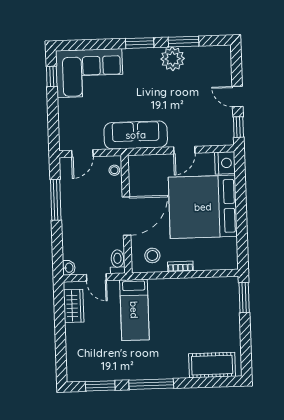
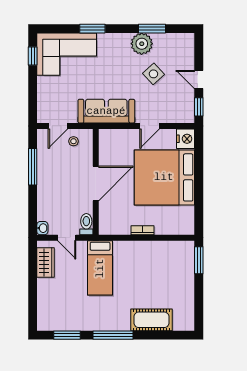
window: (140, 43) -> (92, 29), moved
side table: (187, 92) -> (153, 74), added
stool: (114, 170) -> (73, 141), moved
stool: (152, 255) -> (118, 220), removed
cot: (212, 365) -> (151, 320), moved

